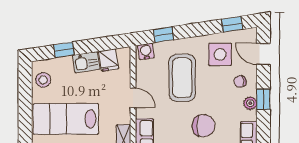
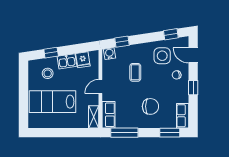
coffee table: (182, 78) -> (135, 72), width x0.54, depth x0.58
stool: (43, 80) -> (48, 73), moved
door: (133, 98) -> (100, 87), swing flipped
plant: (250, 103) -> (184, 90), removed

